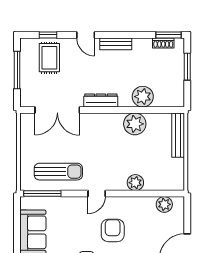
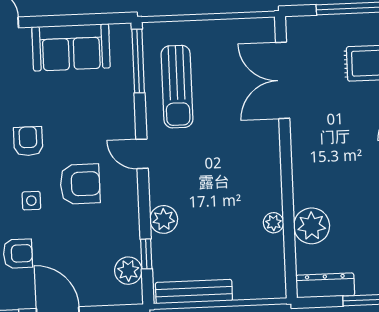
dresser: (101, 100) -> (325, 285), moved, turned -90
plant: (135, 124) -> (273, 223), width x0.53, depth x0.53
bench: (178, 135) -> (194, 292), moved
window: (155, 194) -> (146, 254), added

